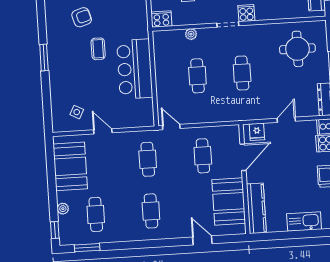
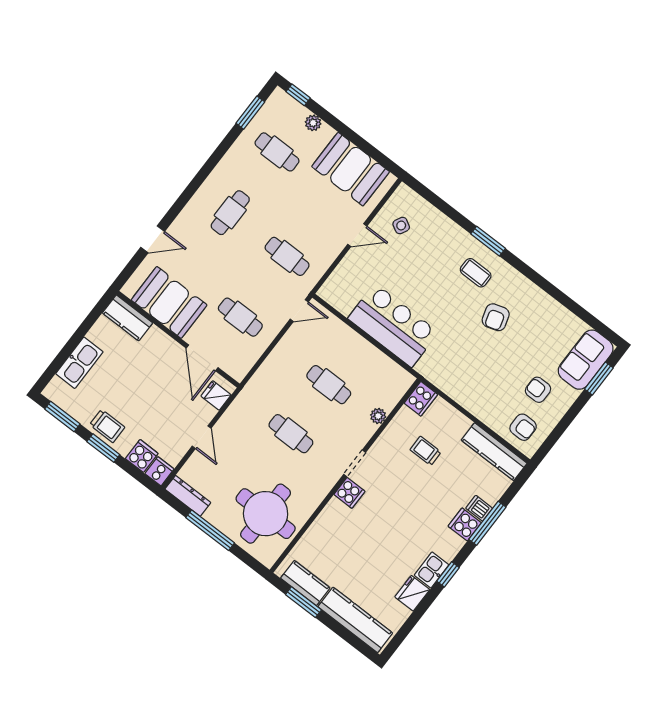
coffee table: (98, 49) -> (476, 273), moved
round table: (297, 49) -> (266, 514), width x1.36, depth x1.36
kitchen counter: (256, 208) -> (128, 318), width x0.67
cafe table: (151, 211) -> (230, 213), turned 90

